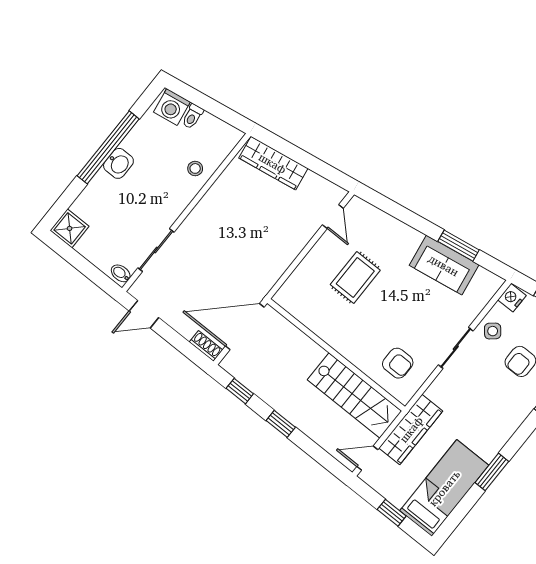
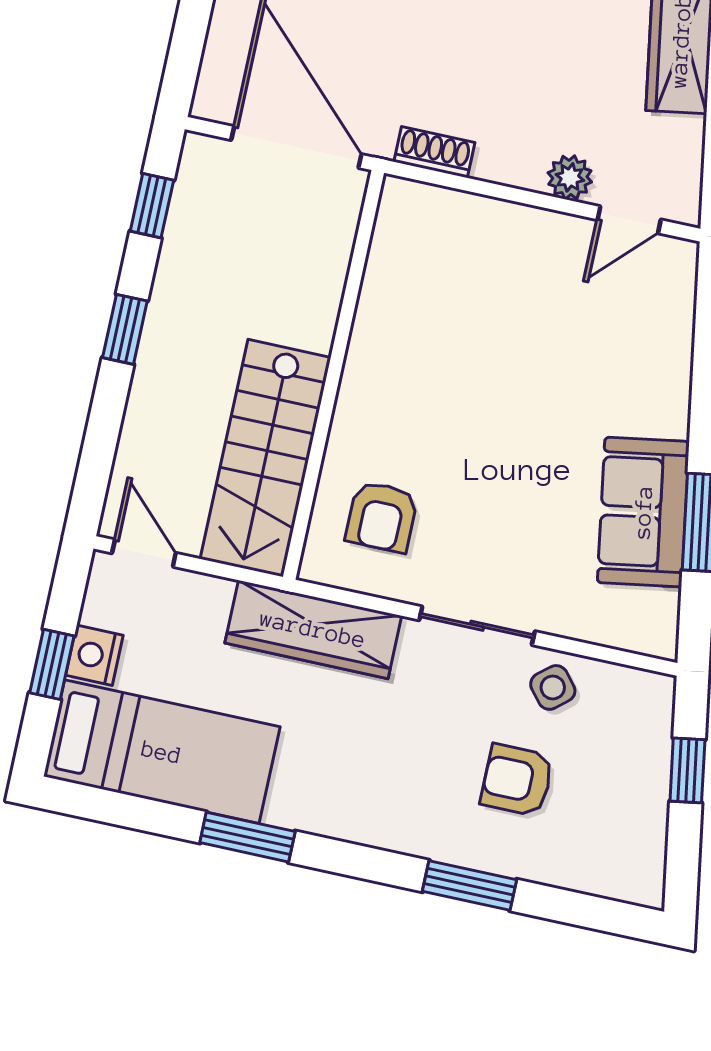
plant: (306, 231) -> (570, 177), added
rug: (355, 277) -> (521, 333), removed
nightstand: (512, 298) -> (94, 655), moved, turned -90
shoe rack: (206, 346) -> (434, 152), moved, turned -90
wardrobe: (411, 429) -> (313, 629), moved

